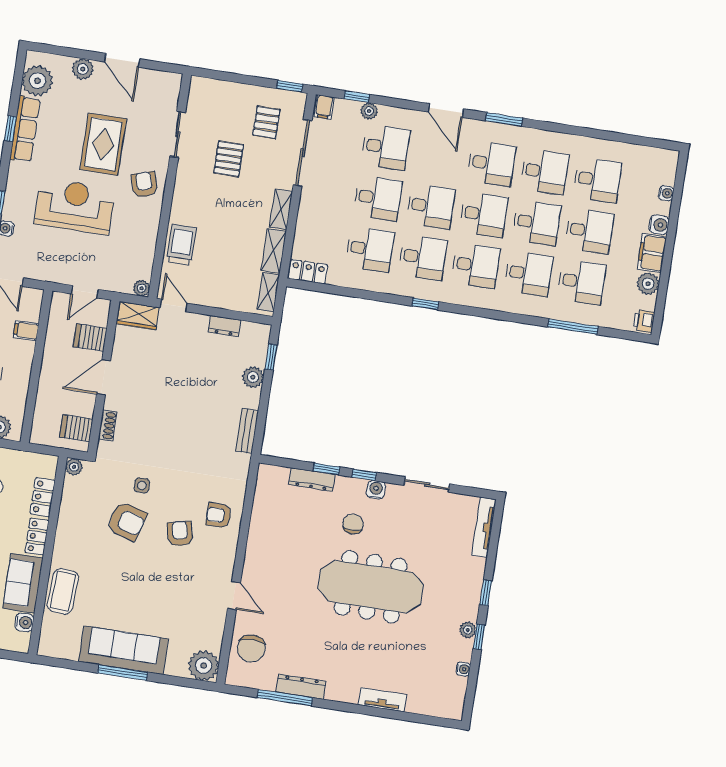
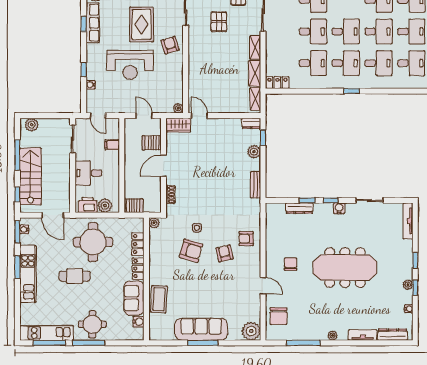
reception desk: (75, 206) -> (130, 65), turned 180
trolley: (182, 245) -> (198, 78), removed
door: (85, 292) -> (144, 116), swing flipped
dresser: (224, 326) -> (251, 123), moved
server rack: (76, 428) -> (134, 206), moved, turned 180
chair: (353, 524) -> (290, 264), moved
dresser: (301, 687) -> (393, 335), moved
plant: (334, 693) -> (333, 336), added

